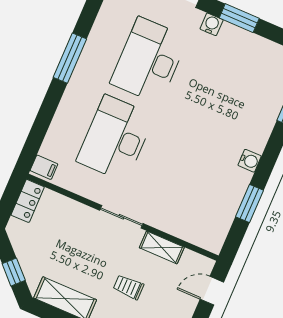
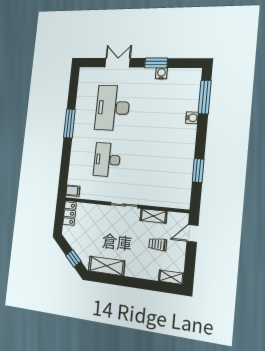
water cooler: (212, 24) -> (161, 73), moved
desk: (115, 138) -> (107, 160), width x0.73, depth x0.77
water cooler: (250, 161) -> (192, 118), moved
trolley: (128, 287) -> (158, 244), moved

